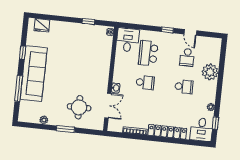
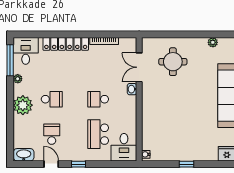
window: (88, 21) -> (186, 164), moved
washbasin: (213, 43) -> (24, 155), added
school desk: (148, 53) -> (98, 134), turned 180
plant: (210, 72) -> (23, 105), moved
school desk: (184, 87) -> (52, 99), turned 180
window: (215, 123) -> (10, 60), width x2.17
window: (66, 129) -> (186, 34), removed

